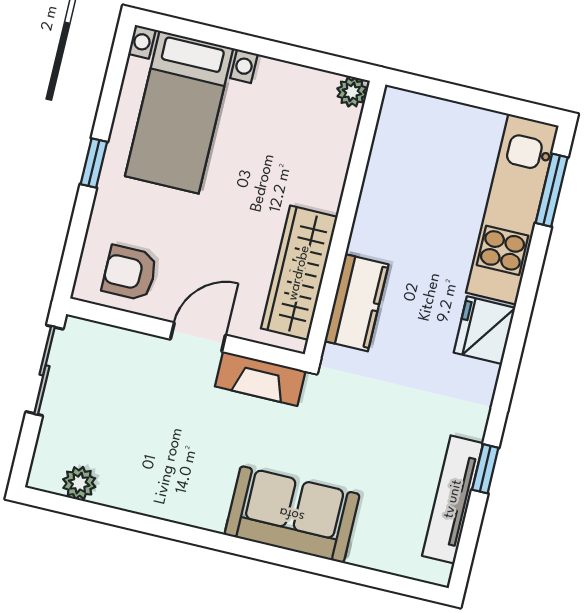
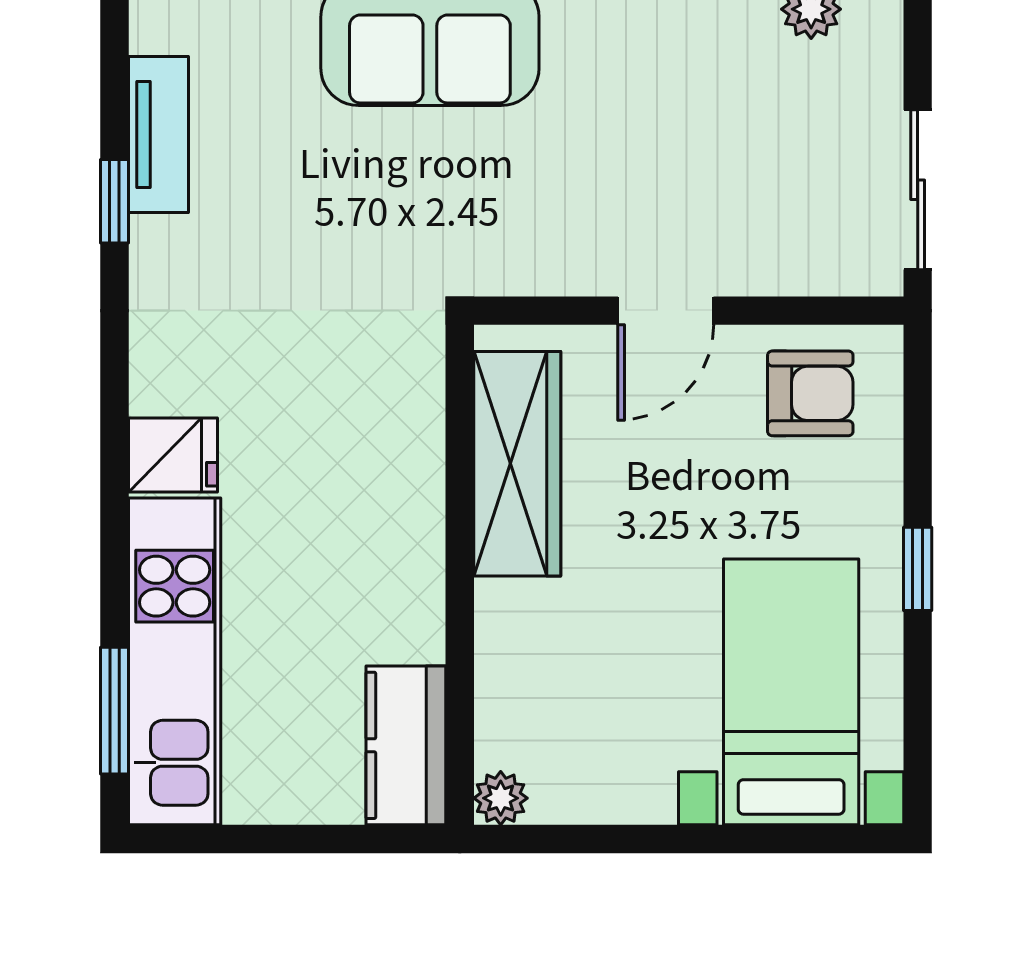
kitchen counter: (356, 303) -> (406, 745), moved
fridge: (485, 330) -> (173, 455), width x0.72
fireplace: (260, 379) -> (541, 264), removed
tv unit: (453, 499) -> (158, 135), width x0.71

